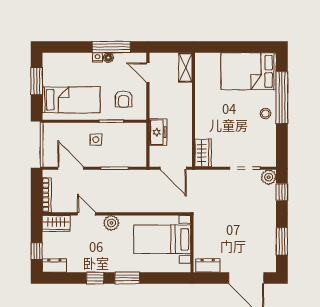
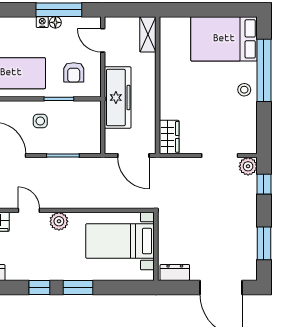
freezer: (158, 132) -> (118, 98), width x1.91, depth x1.26

